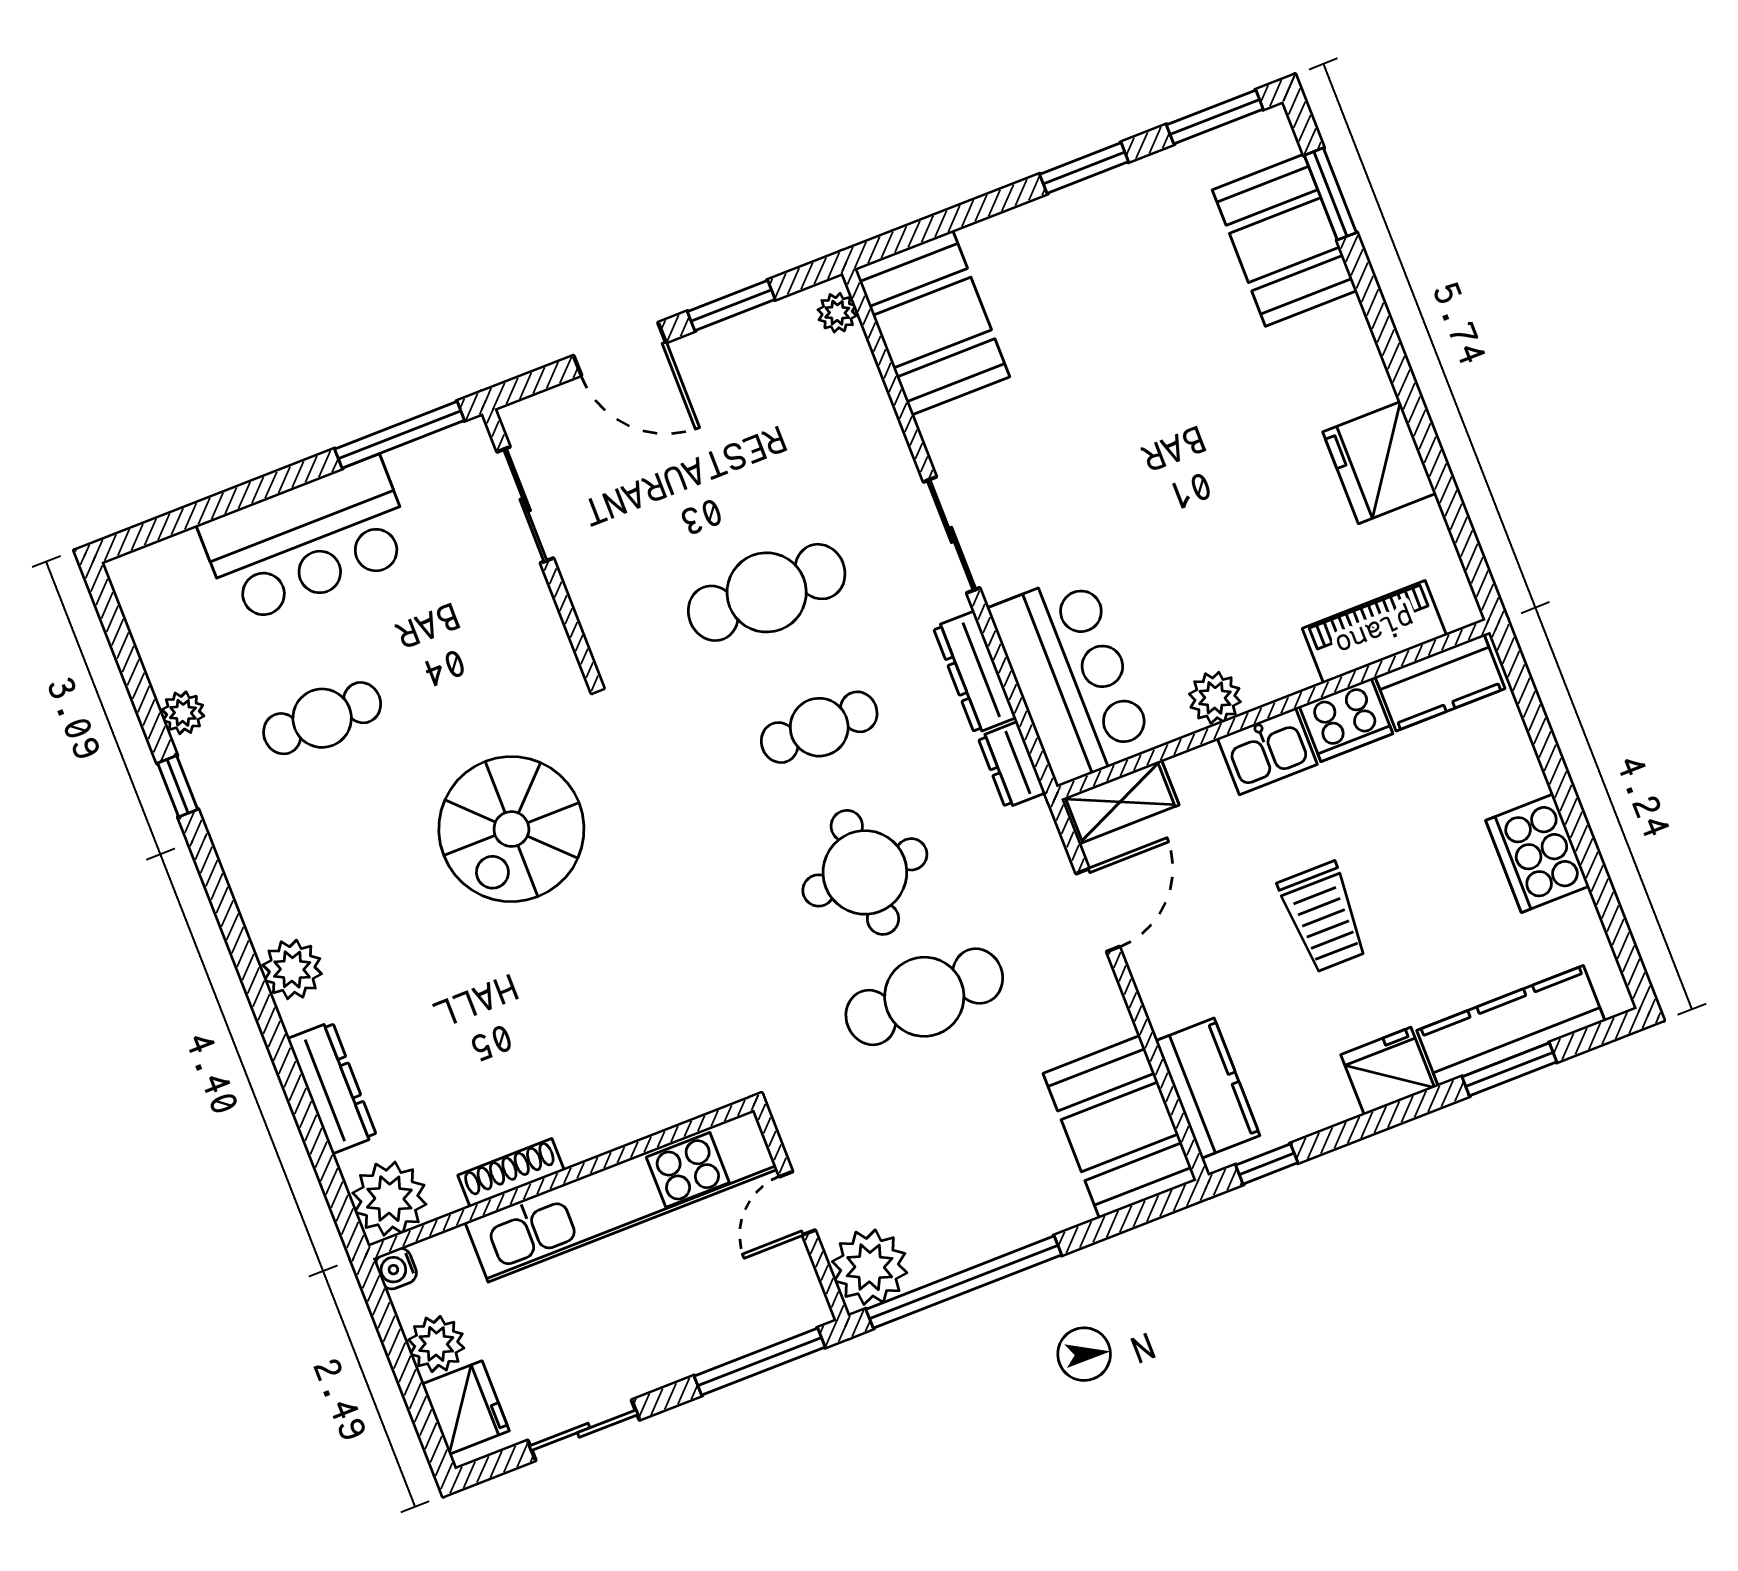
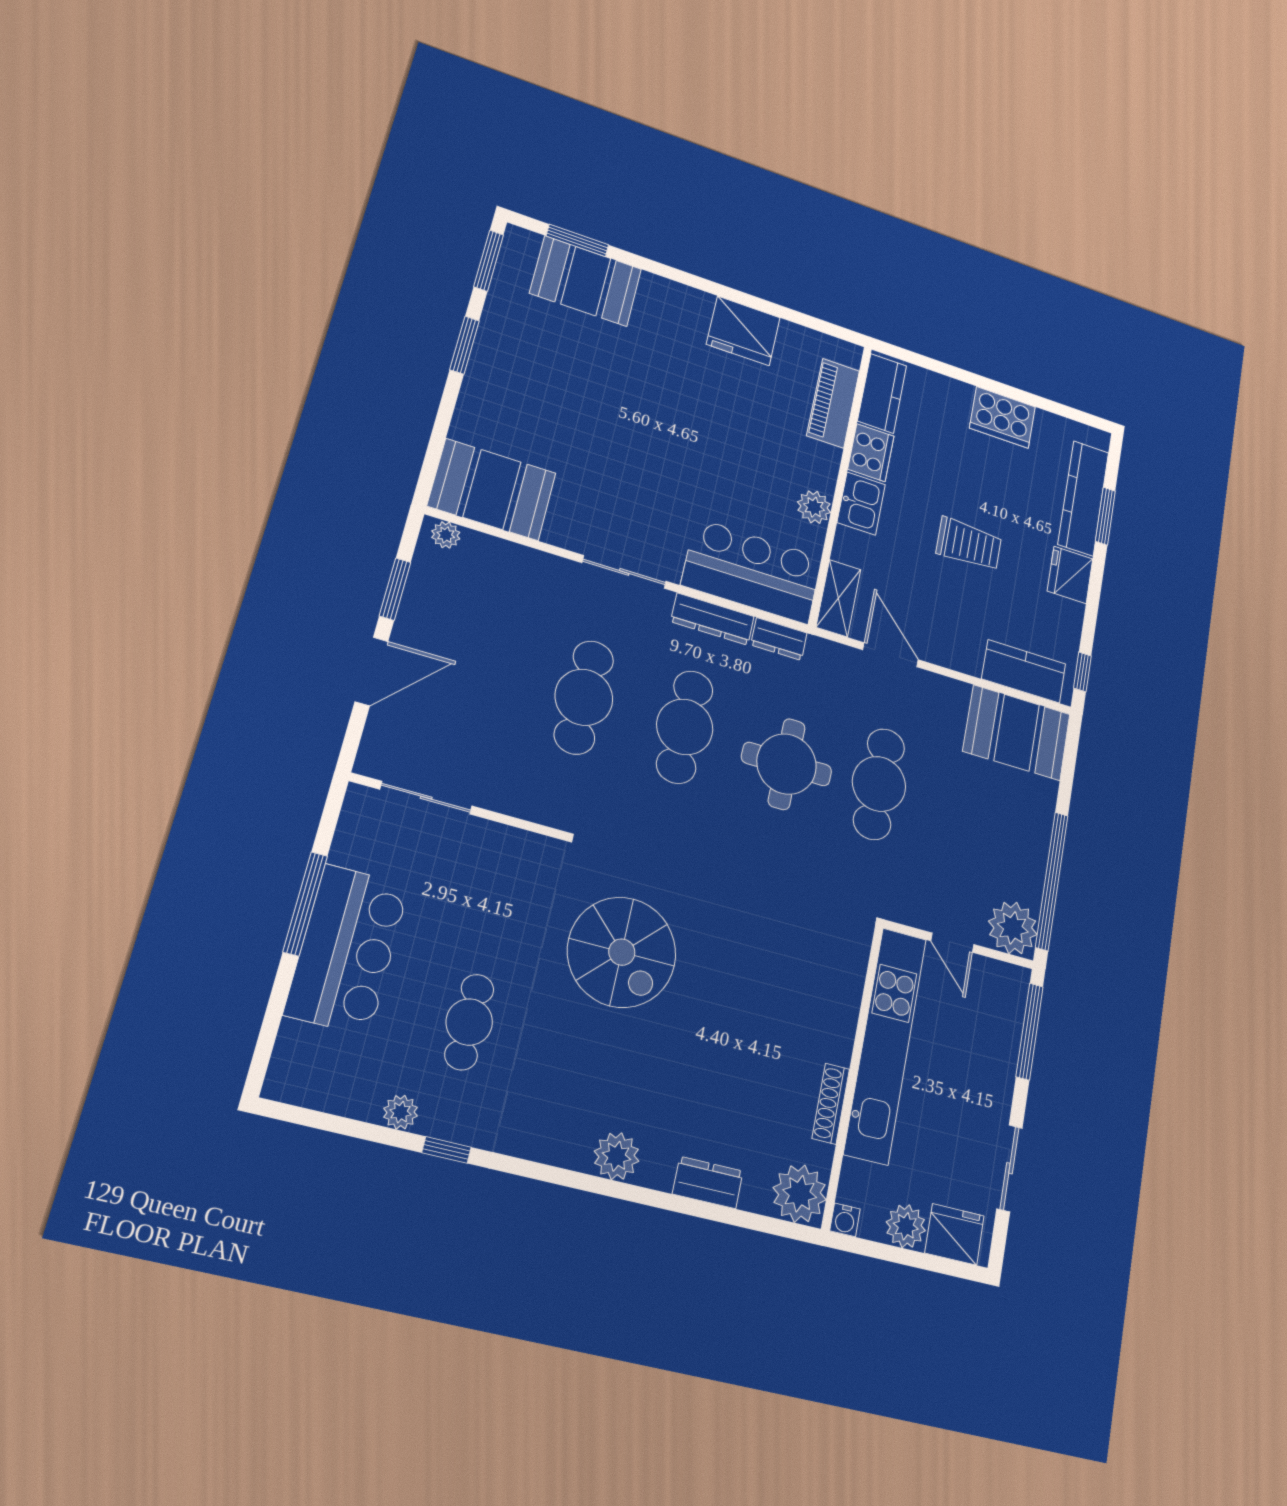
window: (400, 435) -> (305, 904), moved
cafe table: (819, 727) -> (685, 727), width x1.37, depth x1.35
dresser: (332, 1088) -> (708, 1182), width x0.70

